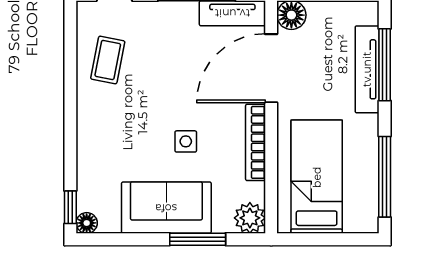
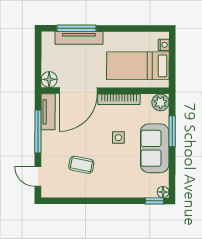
coffee table: (108, 60) -> (81, 165), moved
door: (271, 68) -> (78, 91), hinge flipped
window: (385, 177) -> (138, 28), removed
nightstand: (355, 224) -> (164, 45), added

